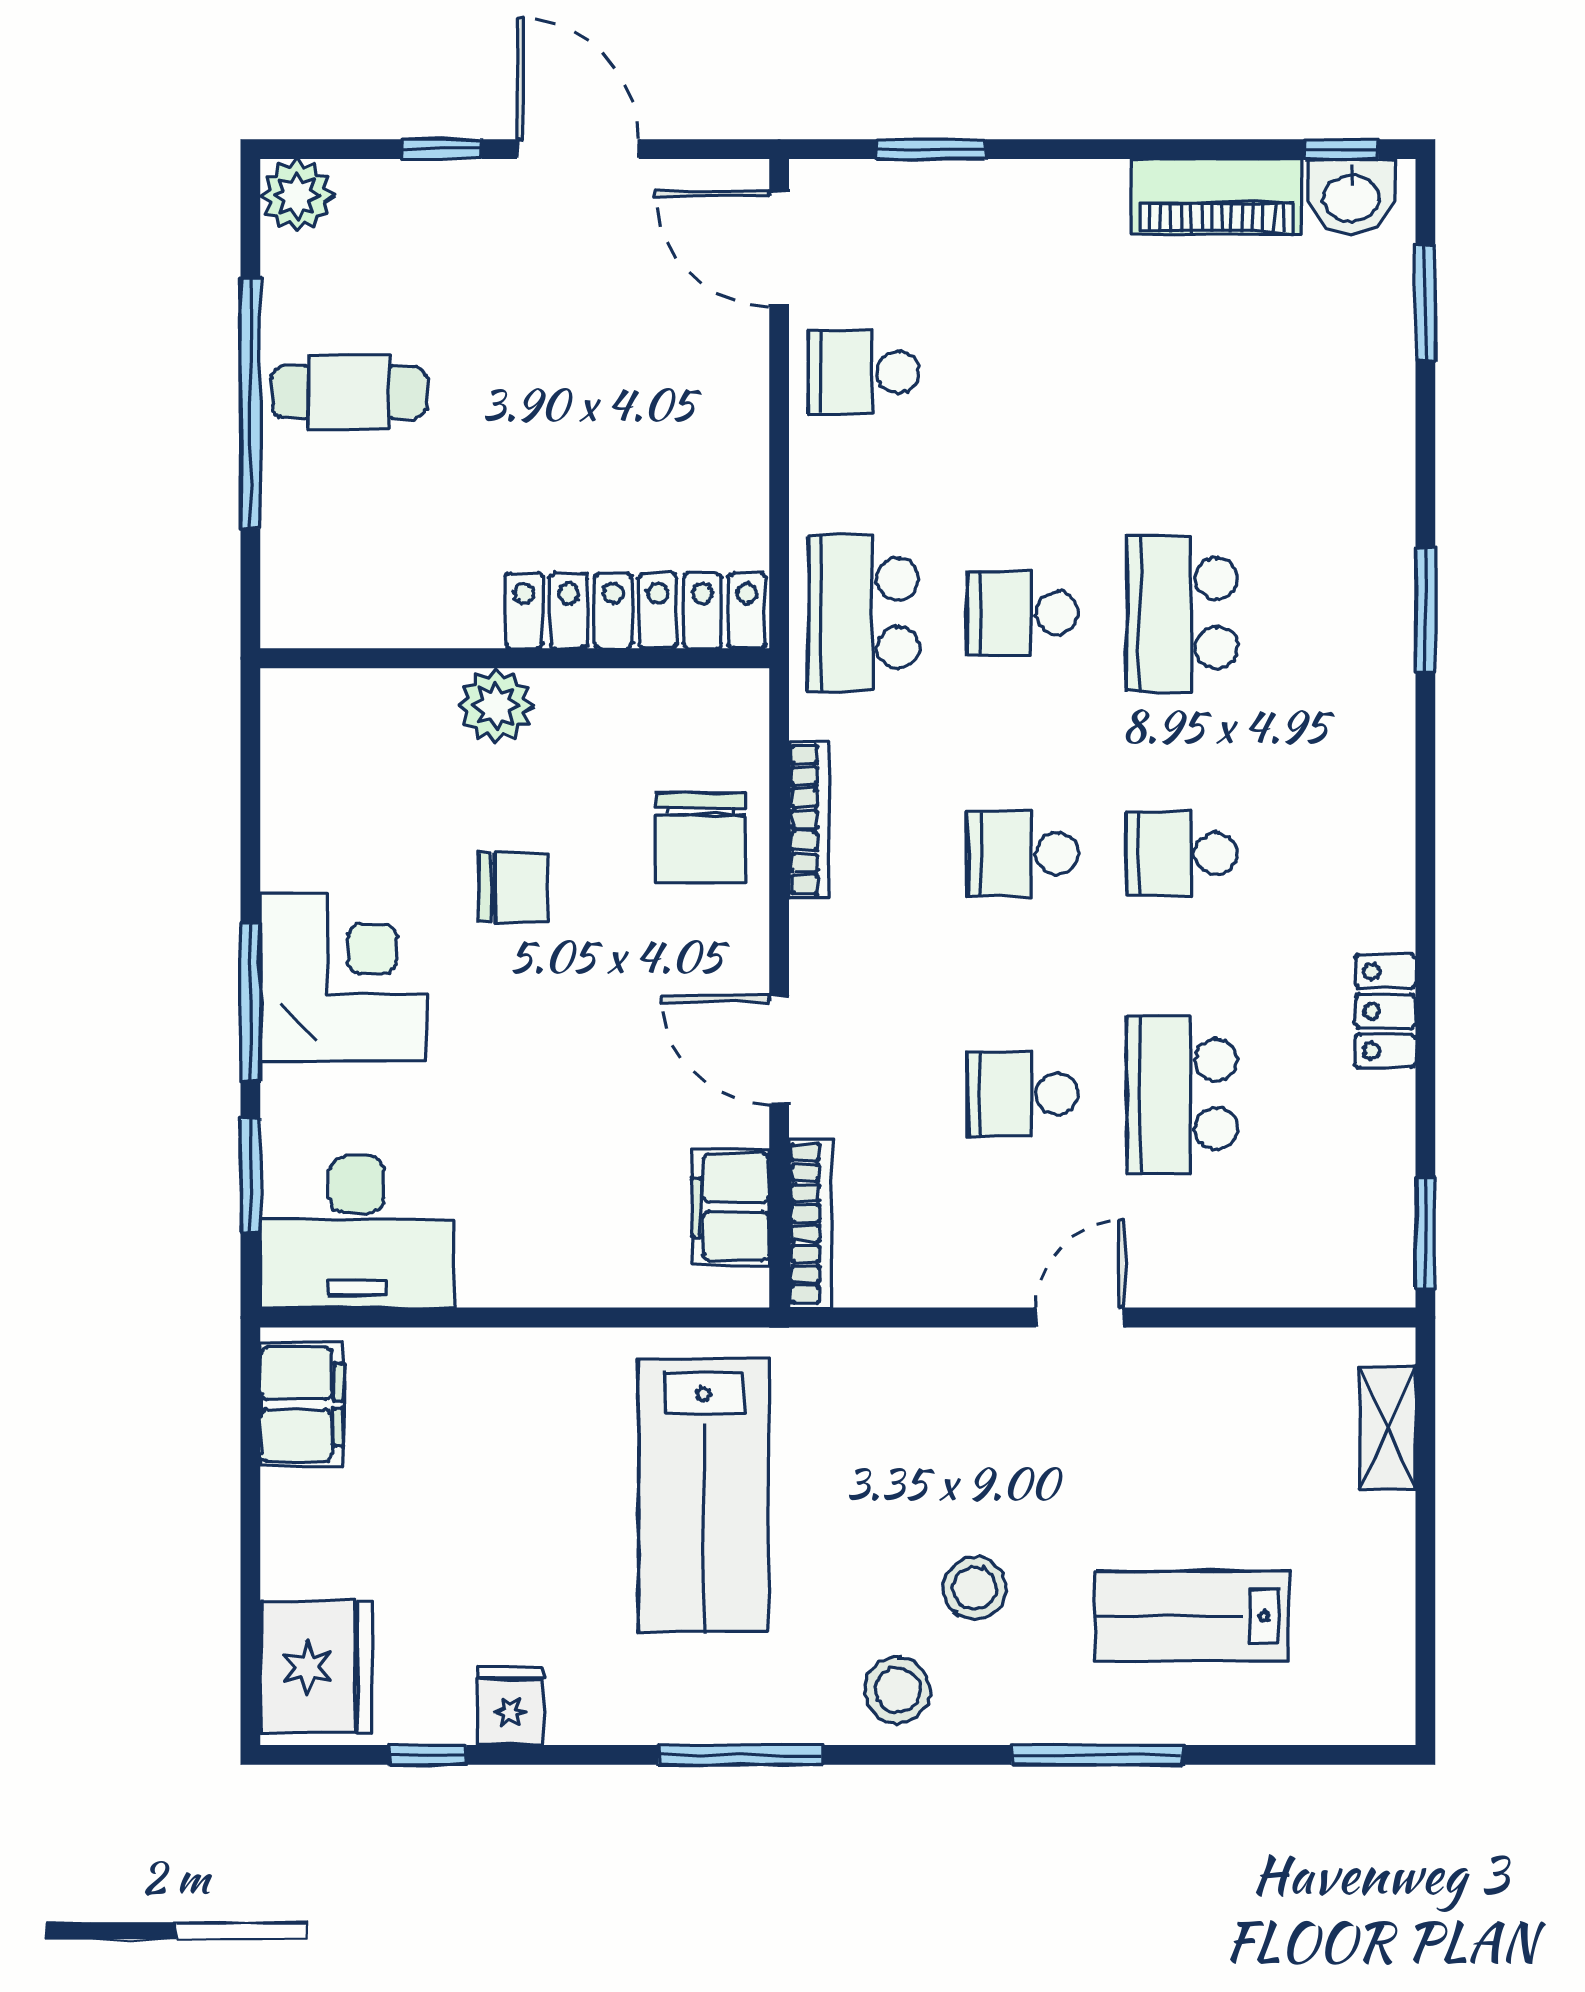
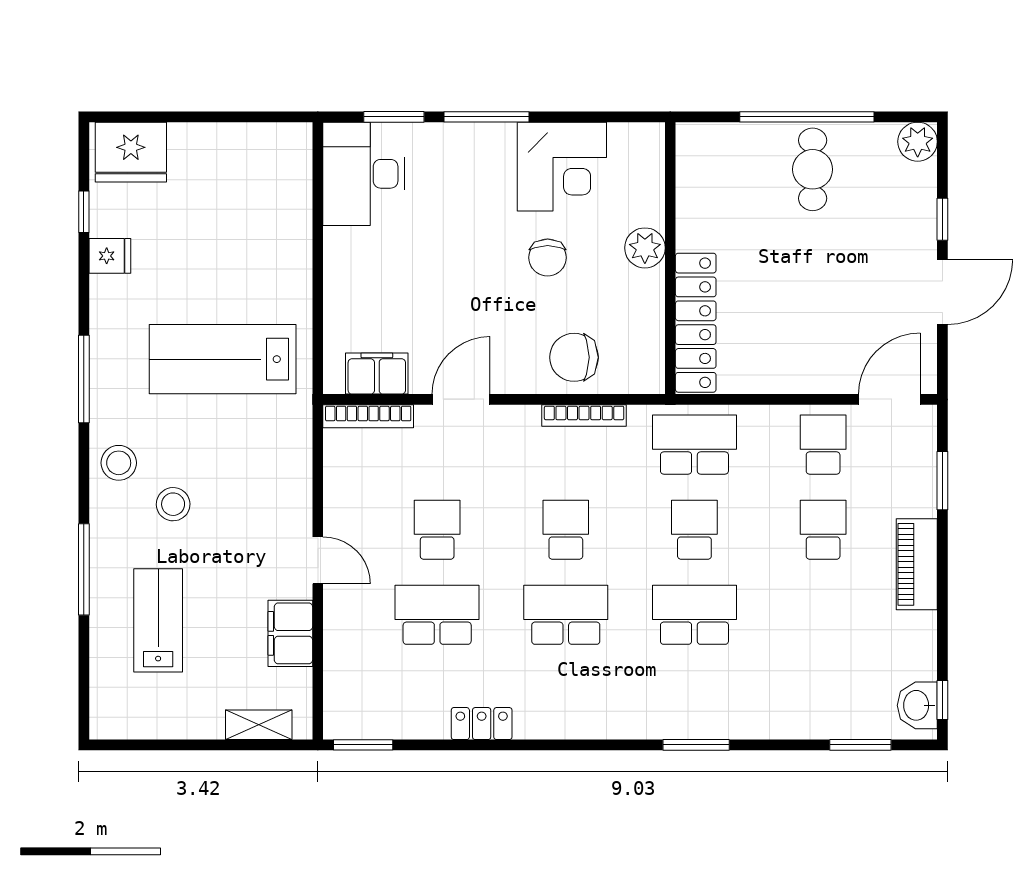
piano: (1217, 197) -> (917, 564), moved
school desk: (1023, 372) -> (823, 530), added
school desk: (1182, 854) -> (566, 615), width x1.85
corner desk: (344, 977) -> (562, 167), moved
filing cabinet: (302, 1404) -> (290, 633), moved, turned 90

